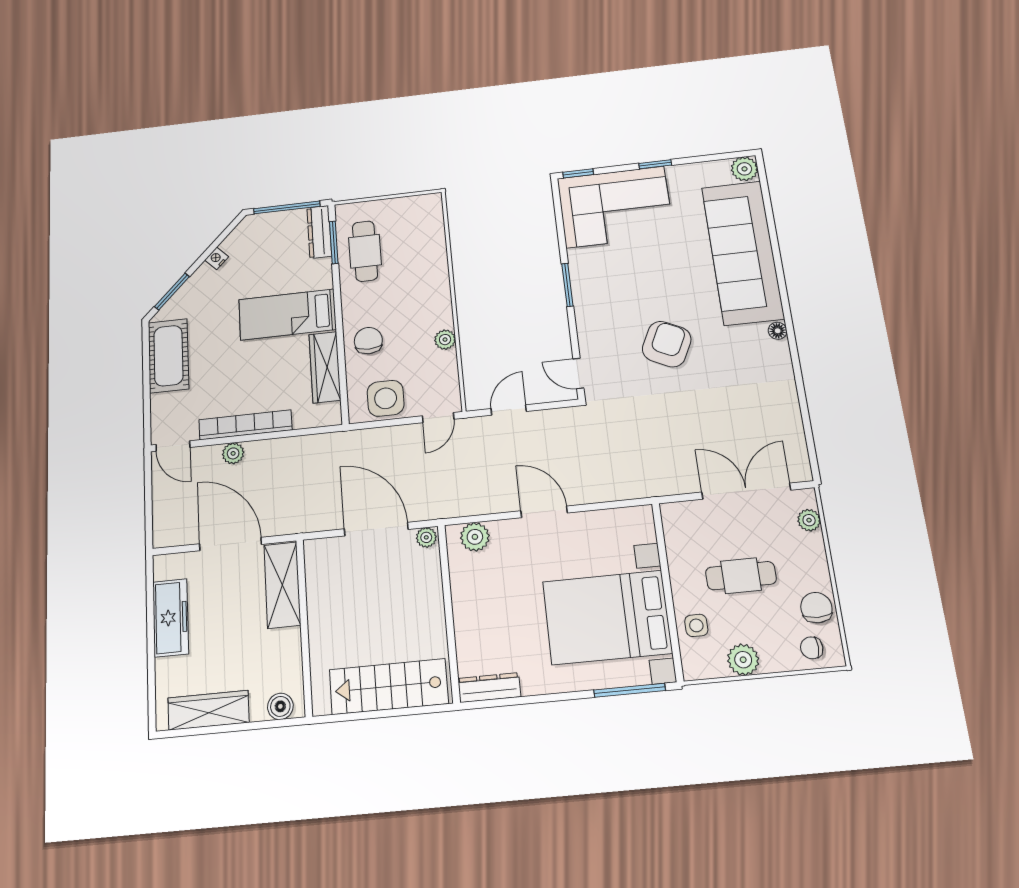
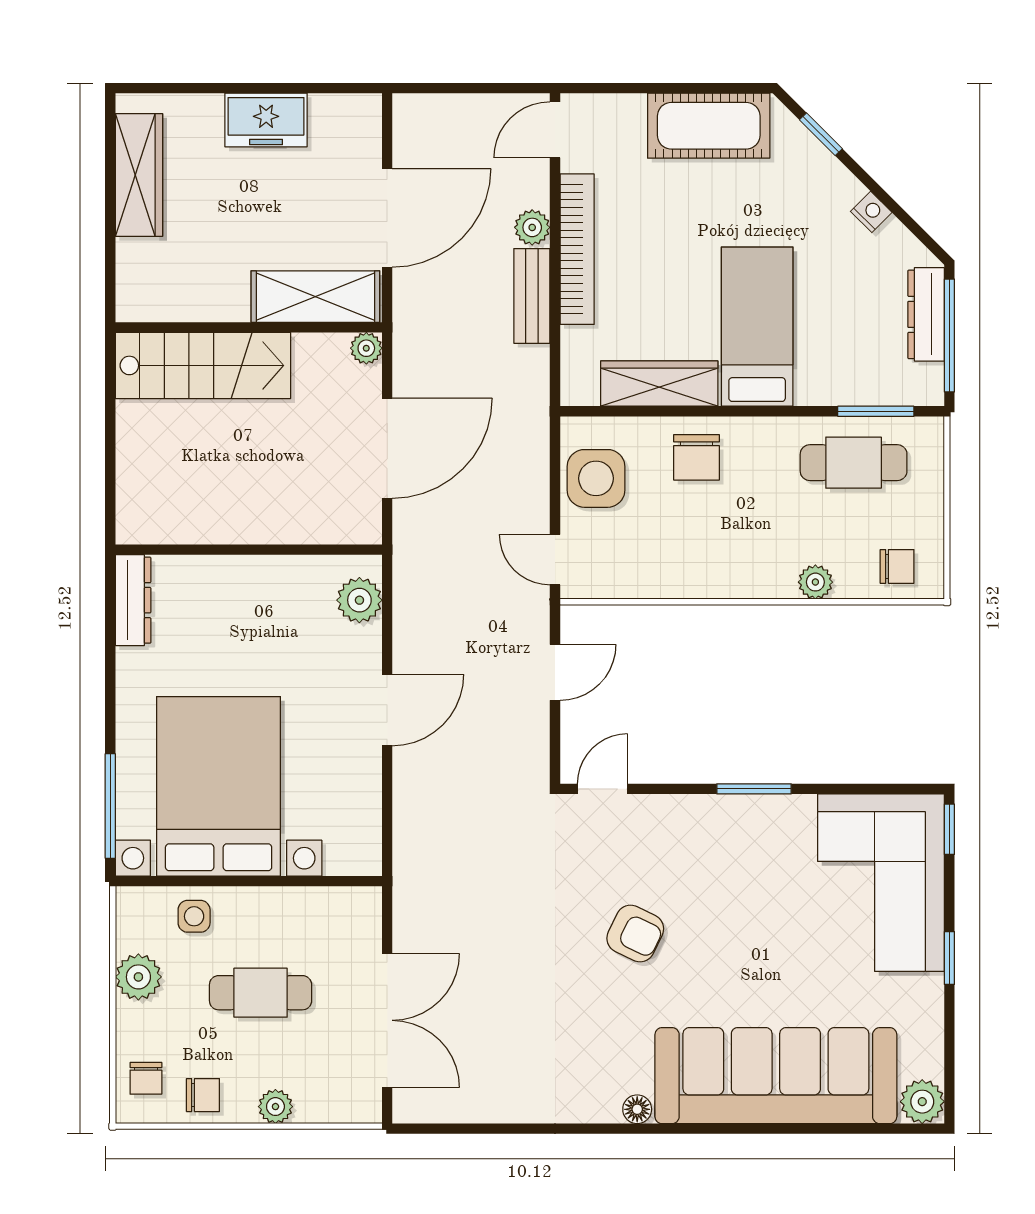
chair: (425, 220) -> (897, 566), added
dresser: (319, 232) -> (926, 314), moved, turned -90
window: (172, 291) -> (821, 134), width x0.67
plant: (445, 340) -> (815, 582), moved
chair: (368, 341) -> (697, 457), turned 90
armchair: (667, 344) -> (635, 934), width x0.72, depth x0.72
door: (509, 410) -> (555, 672), hinge flipped
bench: (275, 449) -> (532, 296), added
plant: (809, 520) -> (275, 1107), moved
plant: (426, 537) -> (366, 348), moved
cafe table: (741, 576) -> (261, 993), turned 90
chair: (816, 608) -> (203, 1095), width x0.73, depth x0.73
freezer: (171, 618) -> (266, 120), width x0.71
chair: (812, 648) -> (146, 1078), turned 180
stairs: (389, 687) -> (203, 365), moved, turned 90
boiler: (280, 706) -> (135, 285), removed

